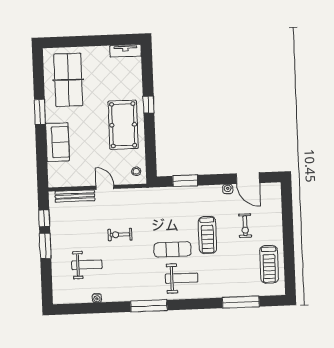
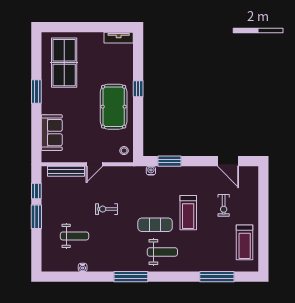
sofa: (57, 142) -> (52, 133), moved
door: (105, 187) -> (94, 164), swing flipped
water cooler: (228, 189) -> (151, 171), moved

